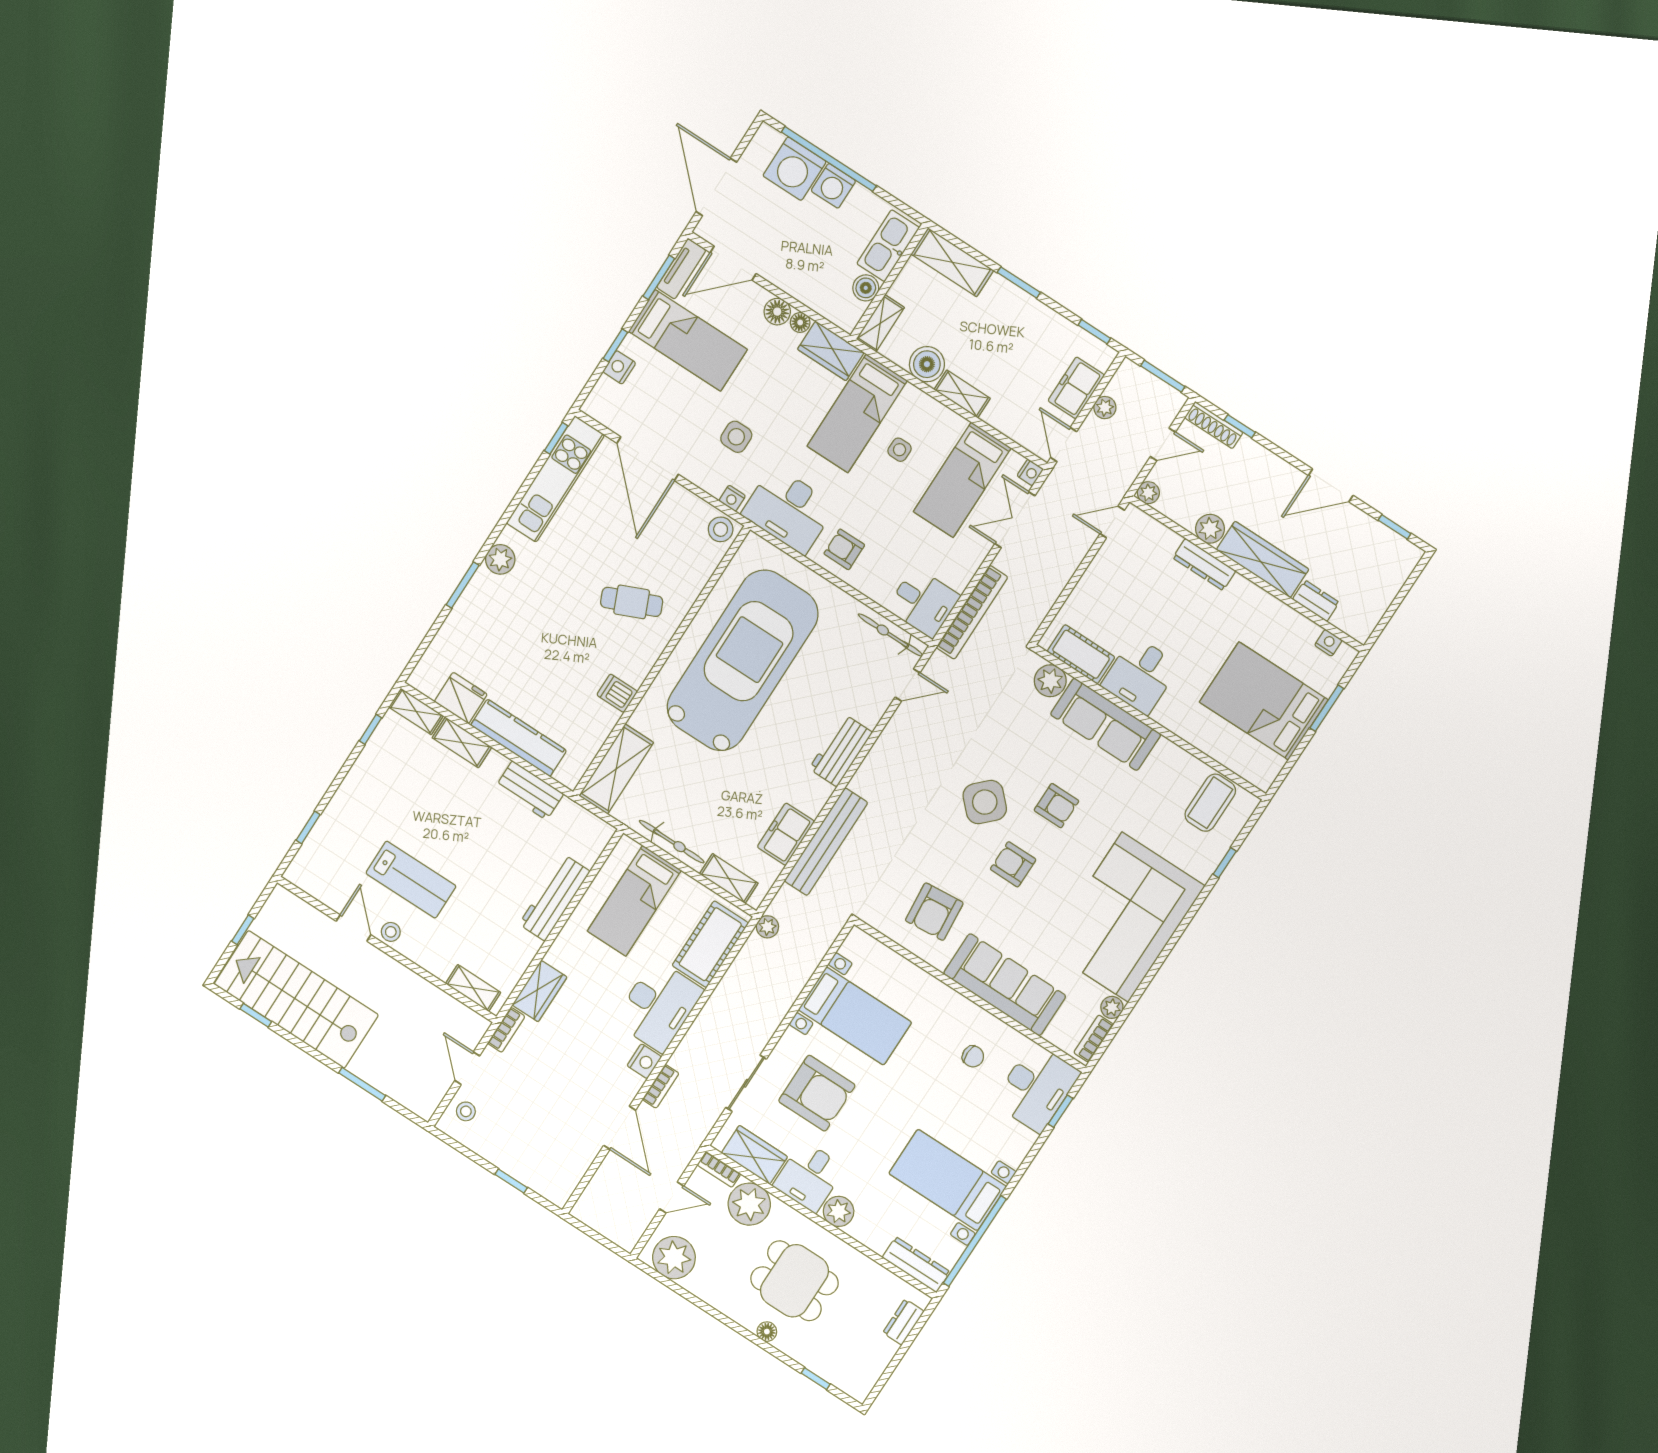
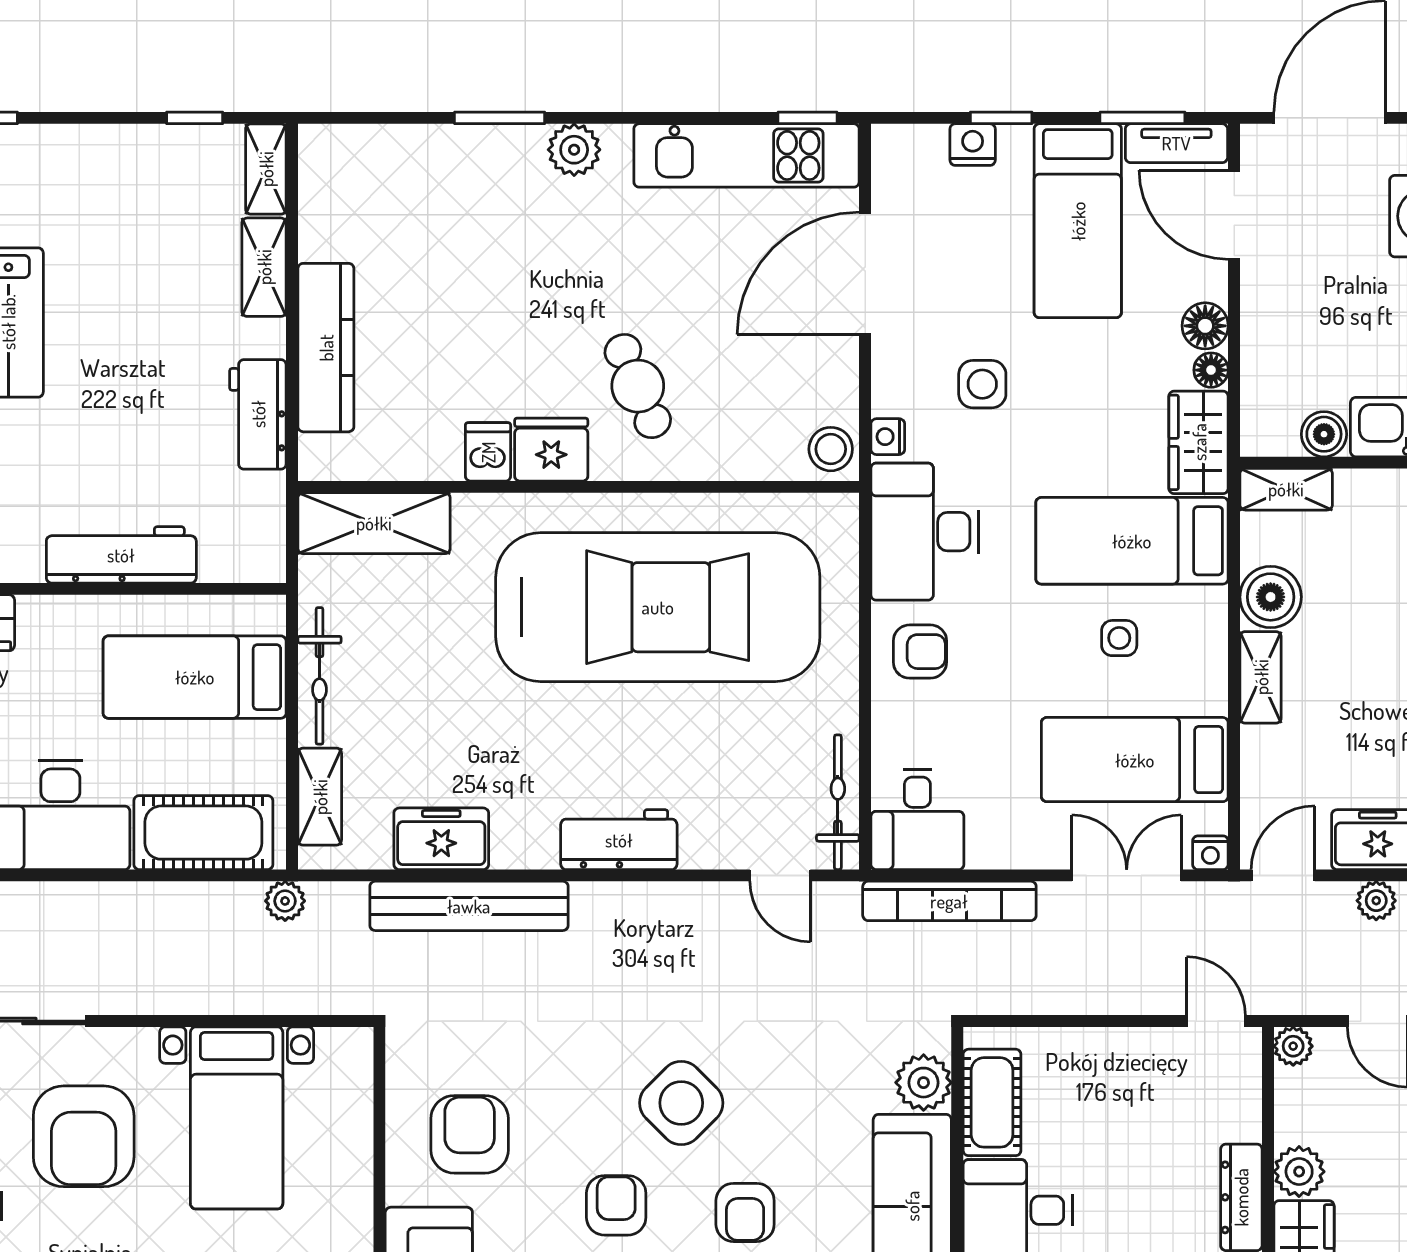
armchair: (844, 549) -> (920, 652), turned 90
fridge: (461, 698) -> (551, 450), moved, turned -90
armchair: (934, 912) -> (470, 1134), turned 95

